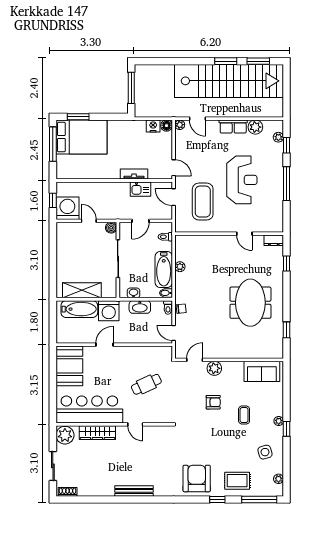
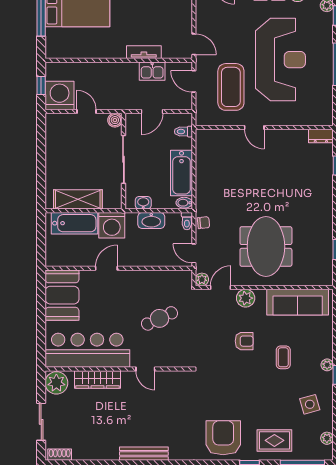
reception desk: (242, 180) -> (280, 60), width x1.36, depth x1.30
door: (244, 234) -> (254, 127), moved
plant: (180, 267) -> (202, 279), moved
meeting table: (250, 303) -> (266, 246), moved
sofa: (262, 371) -> (298, 302), width x1.36

